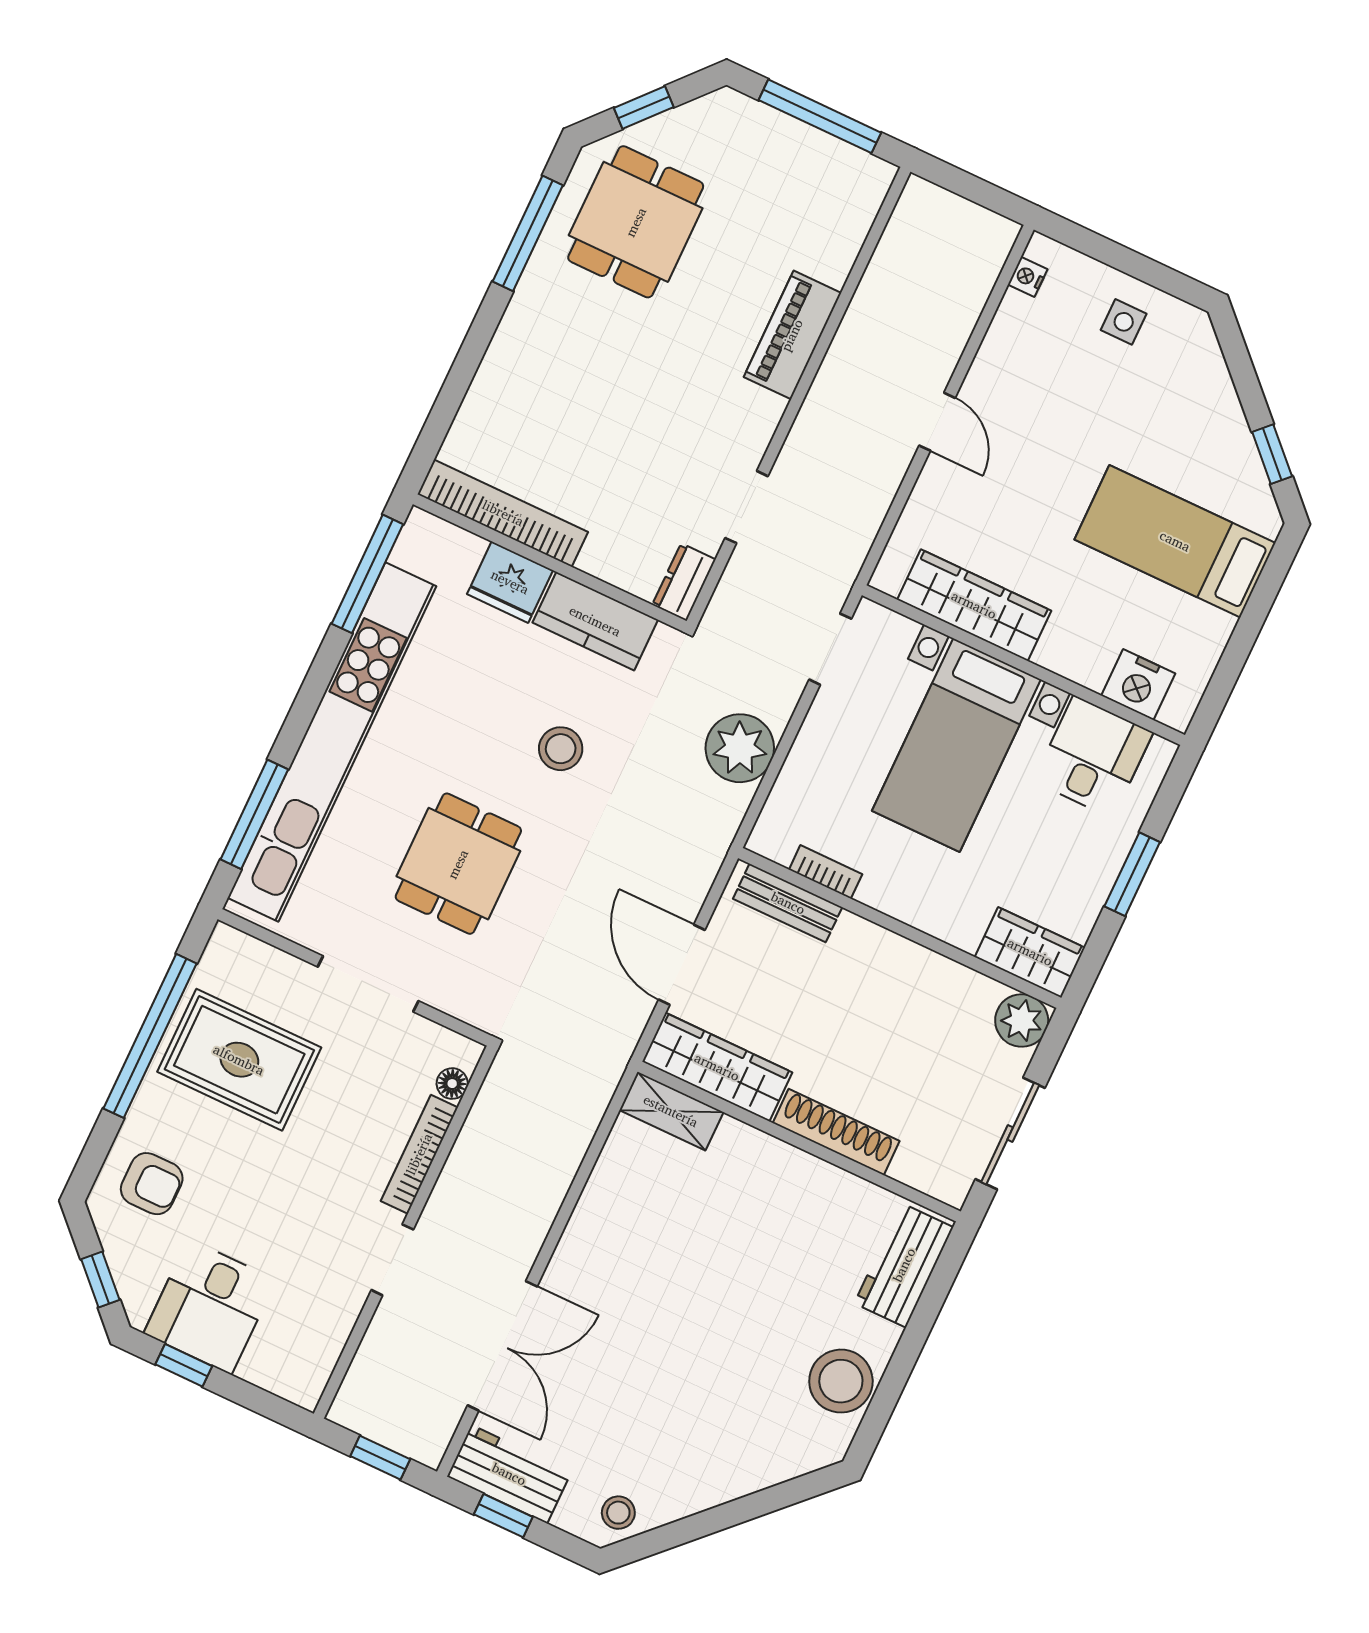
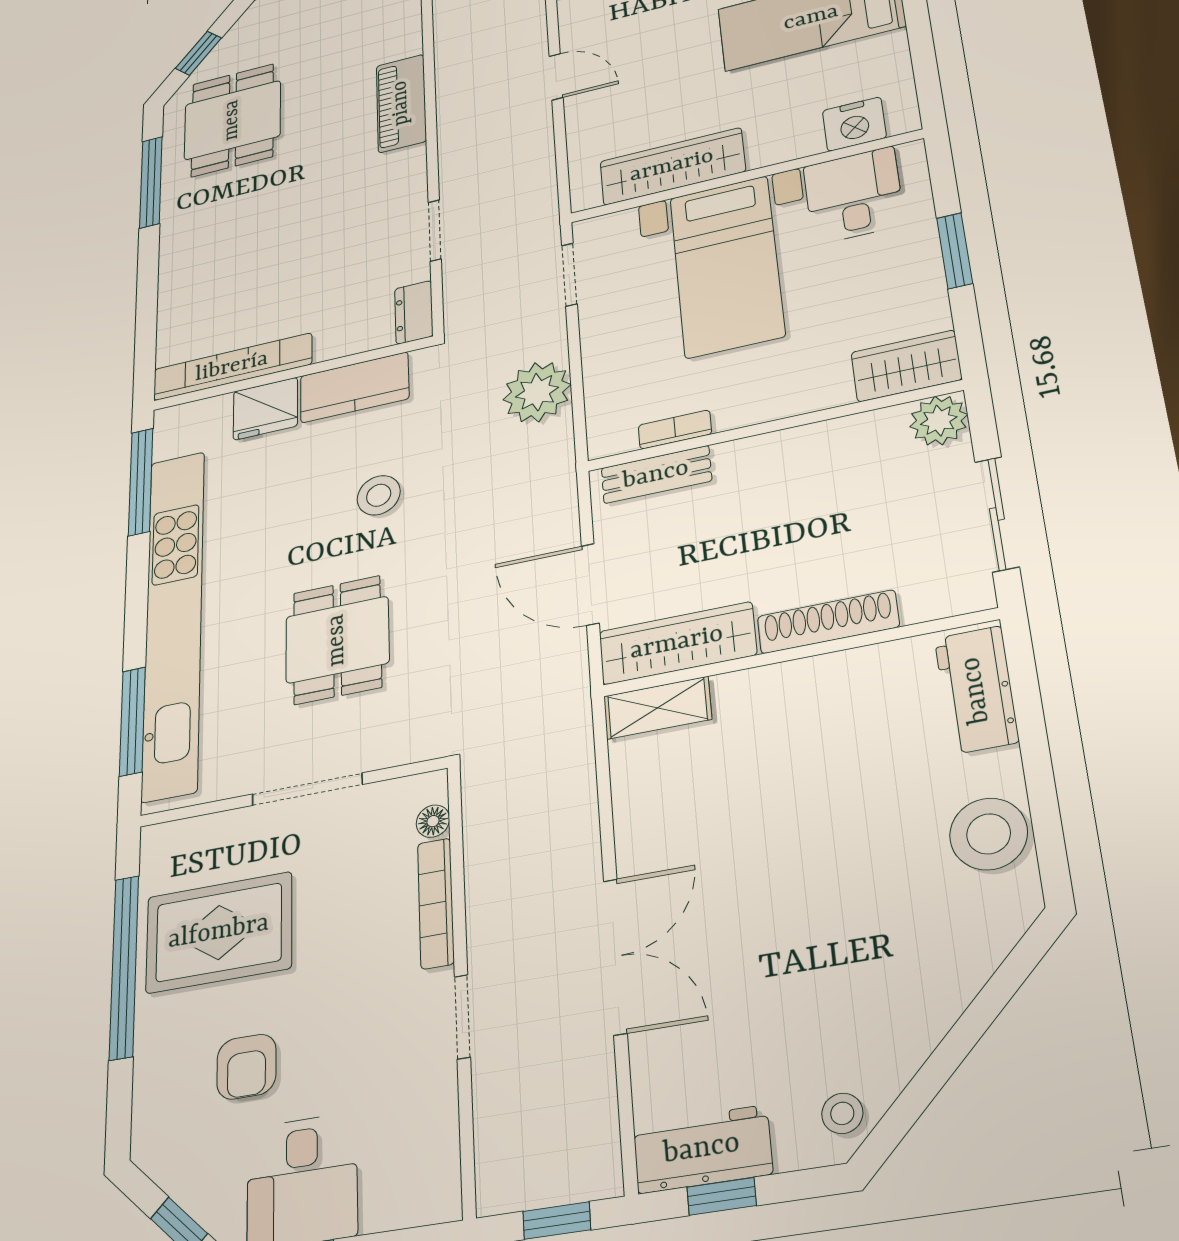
armchair: (152, 1184) -> (246, 1067), moved, turned 90
double door: (502, 1346) -> (615, 956), moved

